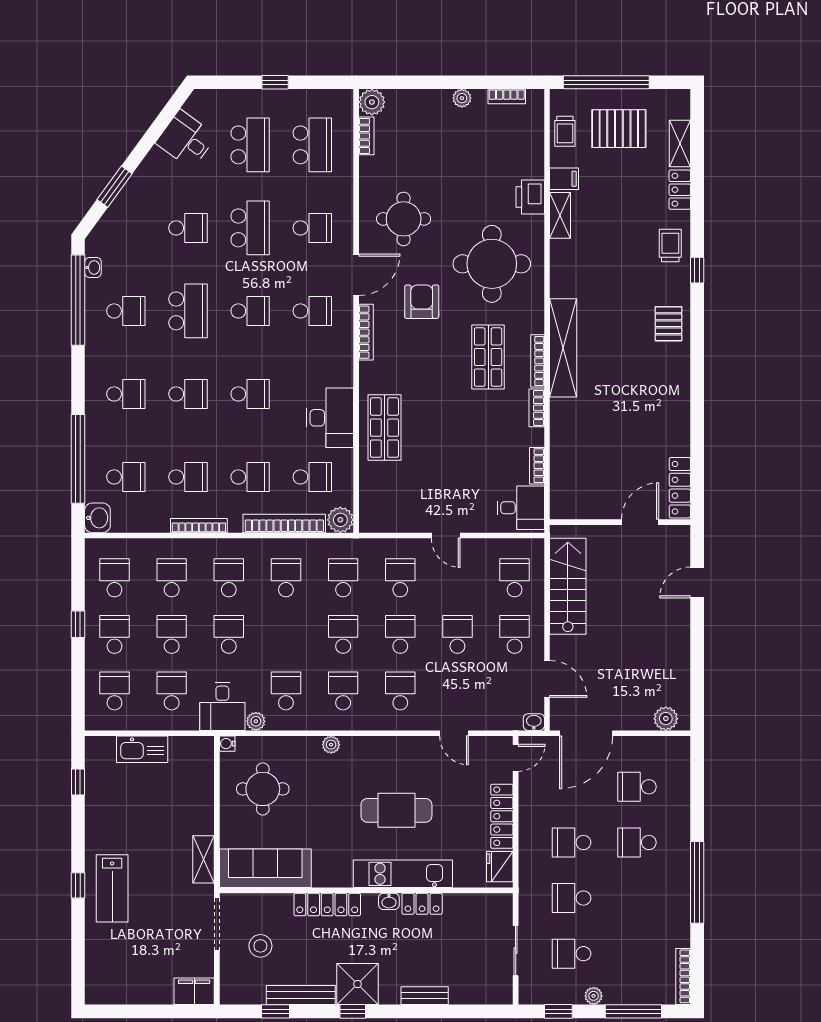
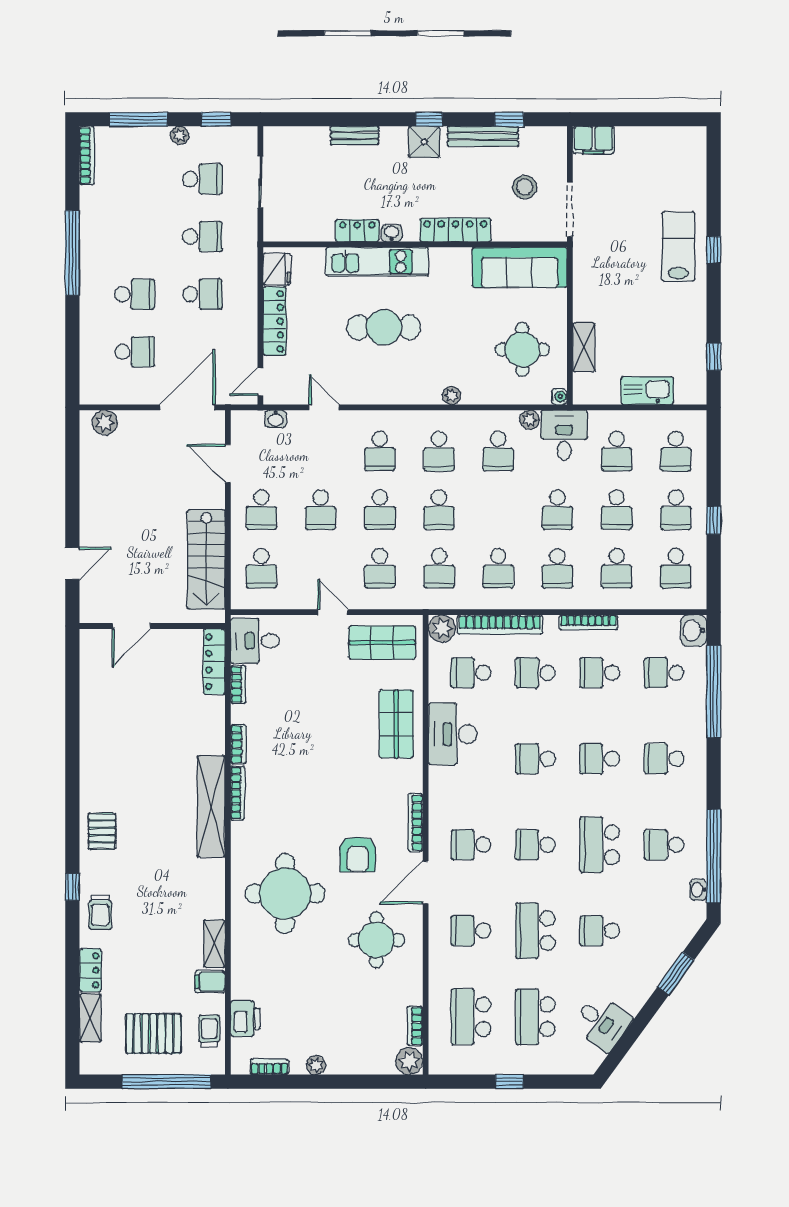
printer: (530, 197) -> (245, 1019), moved
shop shelf: (488, 357) -> (382, 643), moved, turned 90
locker: (680, 488) -> (214, 662), moved, turned 180
washbasin: (534, 722) -> (276, 419), moved
shelving: (203, 859) -> (584, 347), moved
shower: (358, 984) -> (424, 142), width x0.73, depth x0.73

